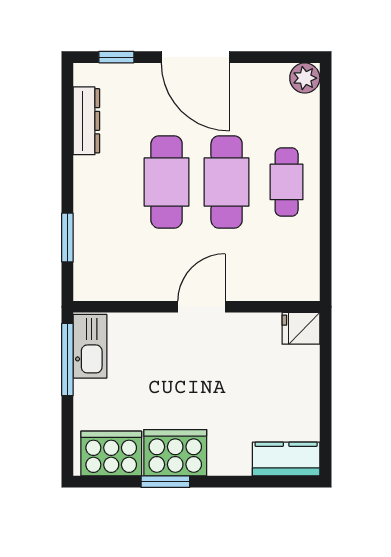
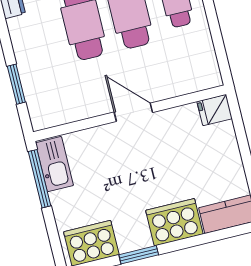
door: (202, 307) -> (133, 112), hinge flipped
cooker: (175, 453) -> (174, 222), moved

